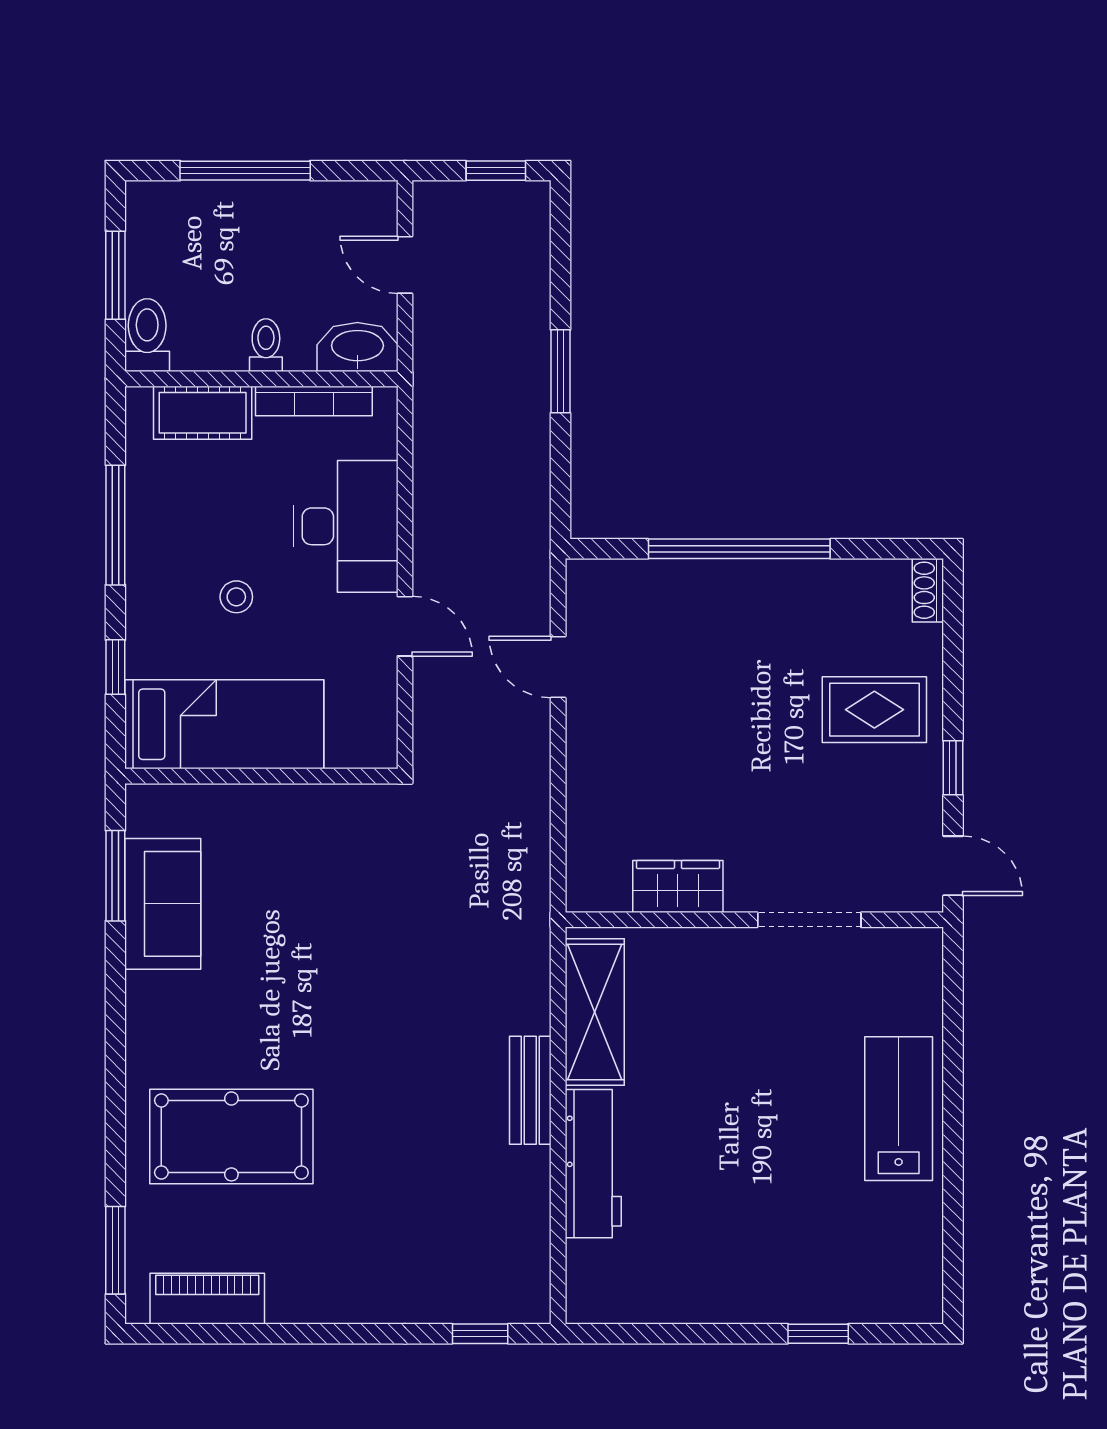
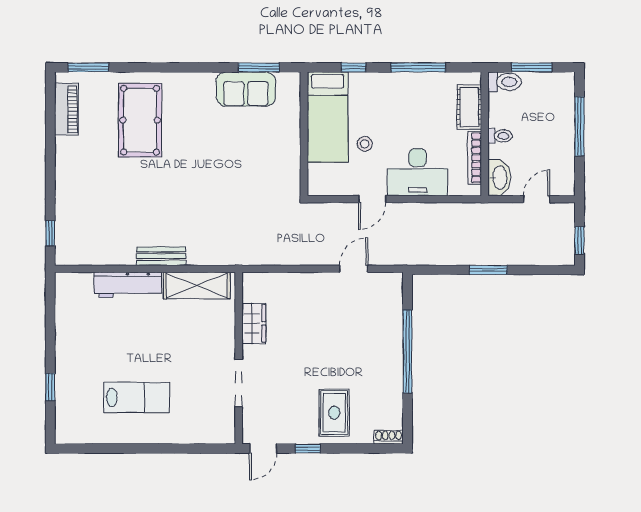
stool: (236, 597) -> (365, 144), moved
lab bench: (899, 1109) -> (137, 397), moved

